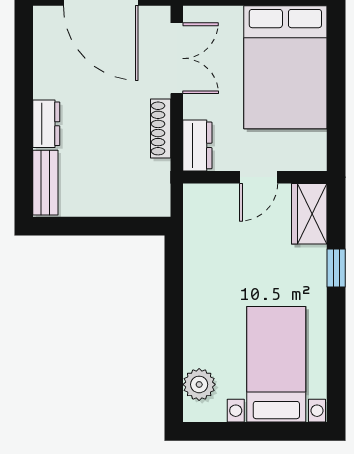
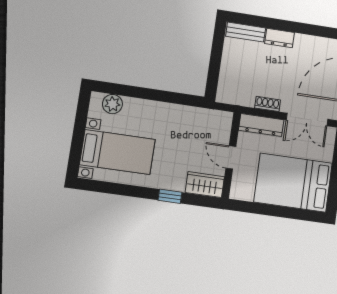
shoe rack: (161, 128) -> (268, 104), width x0.70
dresser: (197, 145) -> (261, 125), width x1.44

